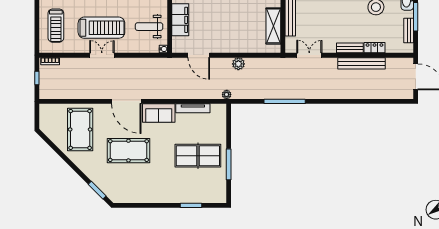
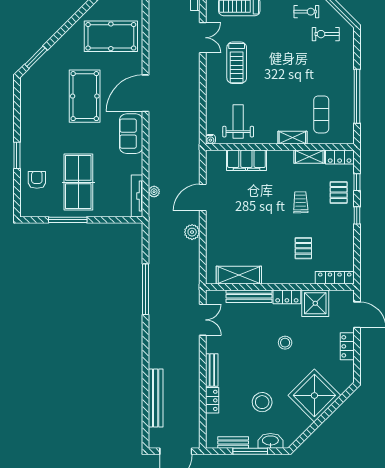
treadmill: (101, 28) -> (237, 63), width x0.73, depth x0.73
double door: (102, 55) -> (203, 38), moved
door: (199, 55) -> (203, 198), moved
bench: (361, 63) -> (156, 398), moved
plant: (227, 95) -> (154, 192), moved
tv unit: (193, 108) -> (137, 196), moved
armchair: (196, 189) -> (37, 180), added
window: (191, 205) -> (17, 155), moved

